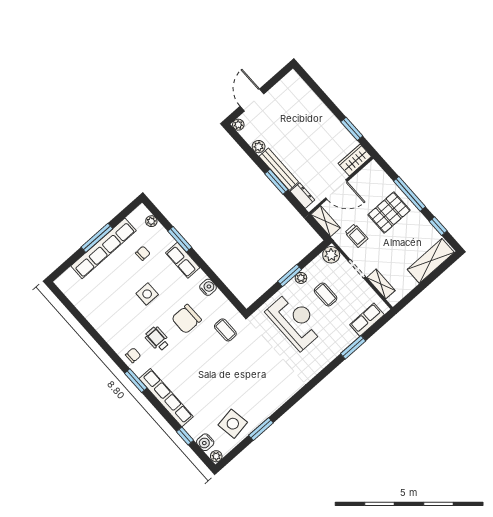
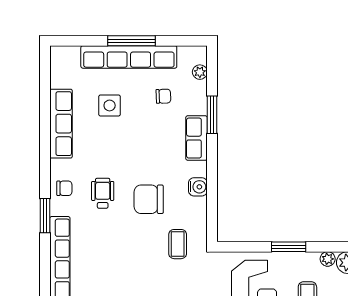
plant: (301, 278) -> (328, 259), moved
side table: (147, 294) -> (110, 105), moved
row of seats: (99, 320) -> (61, 124), added

